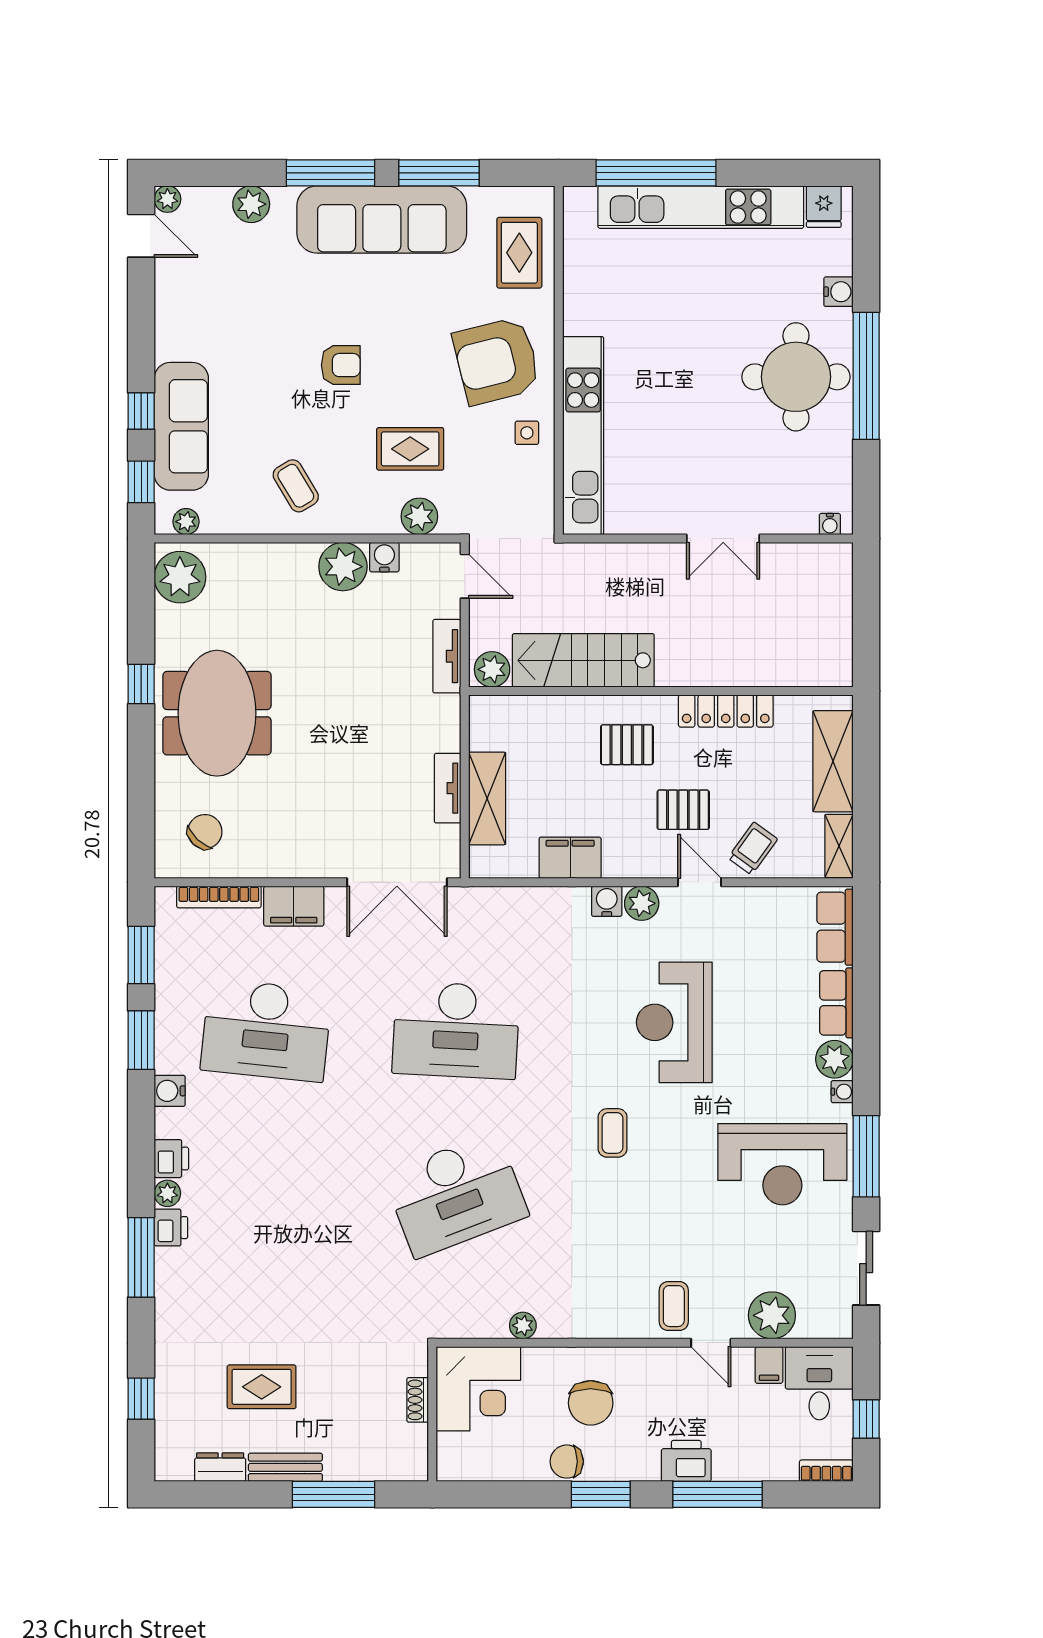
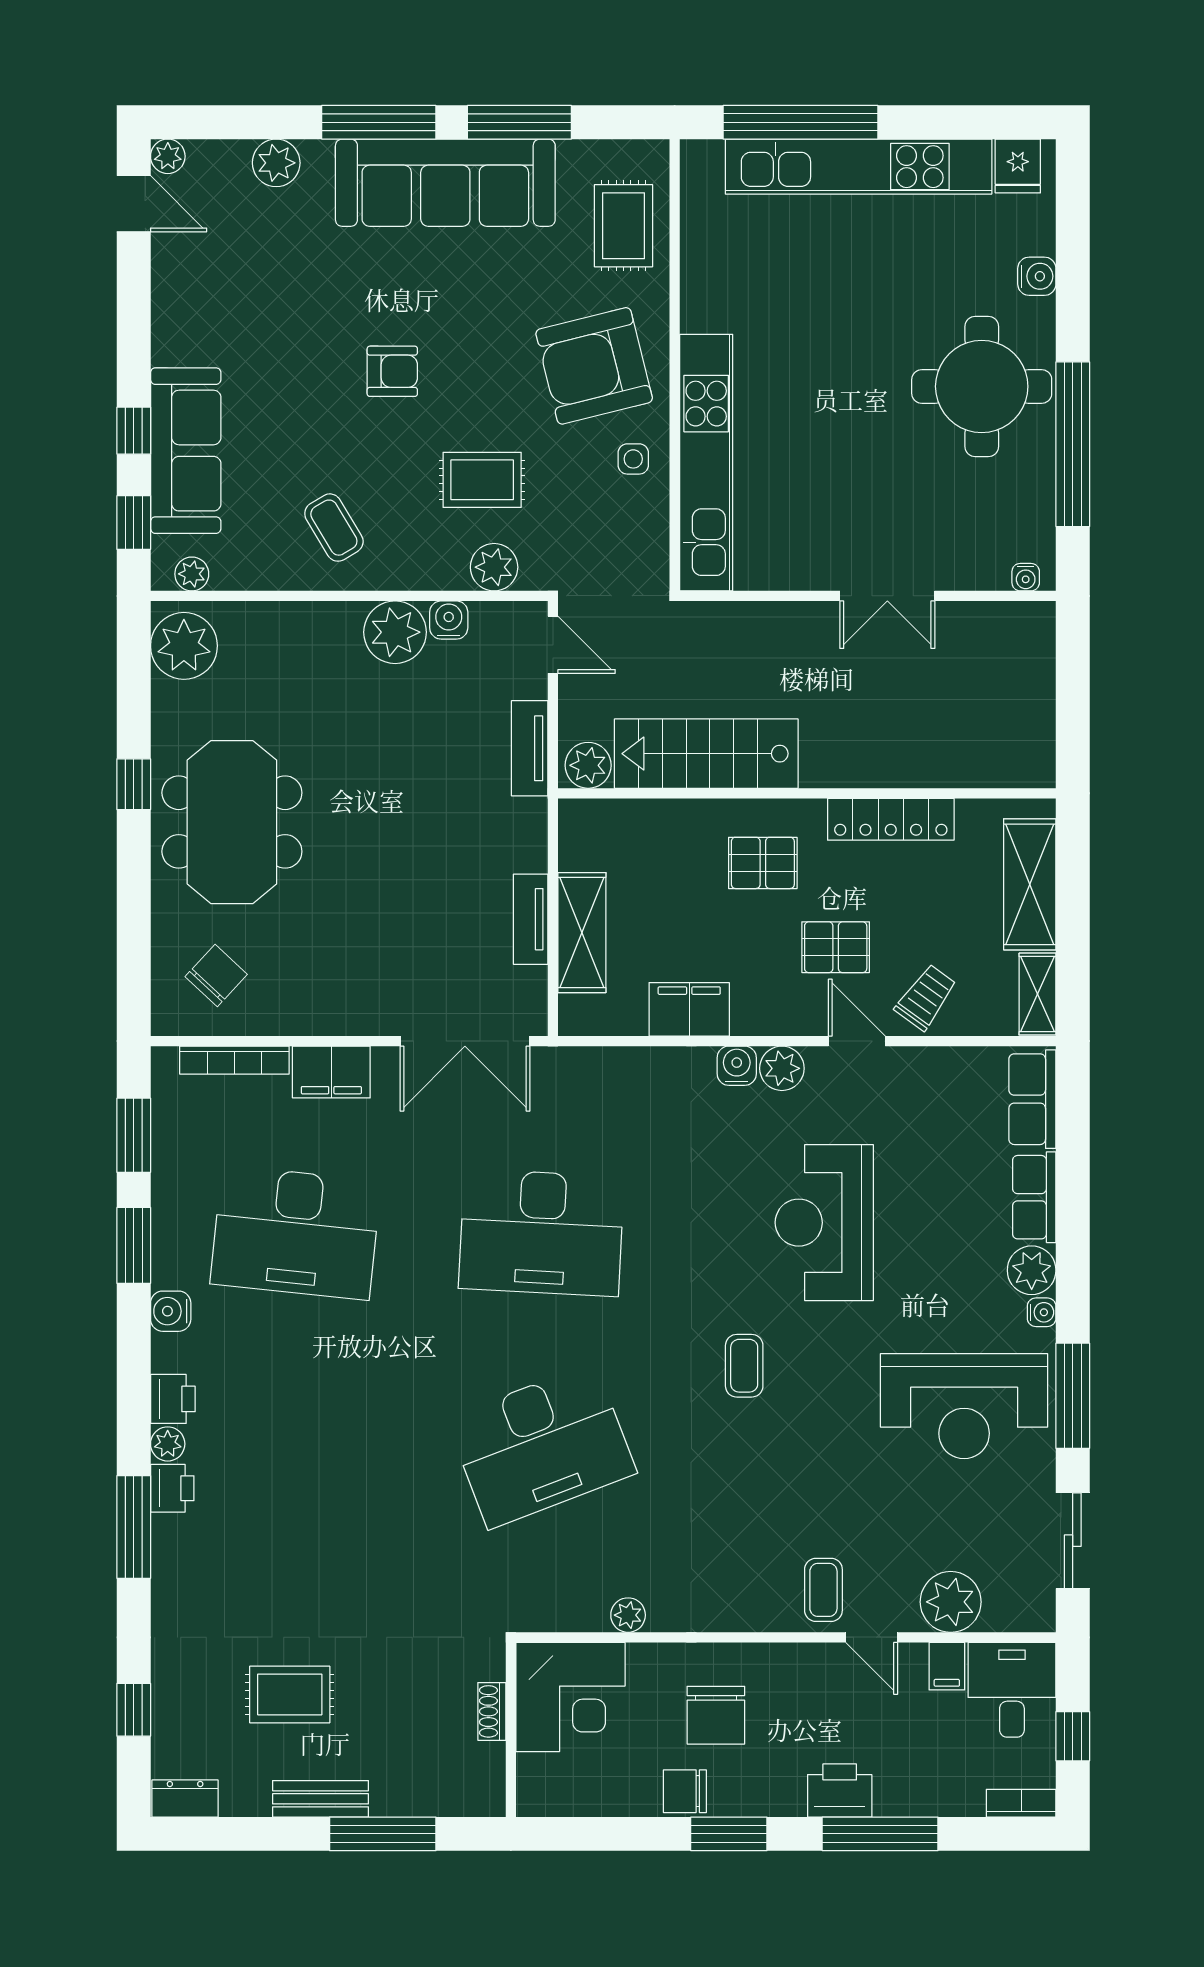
window: (866, 376) -> (1073, 444), moved
dresser: (220, 1467) -> (185, 1799), moved

